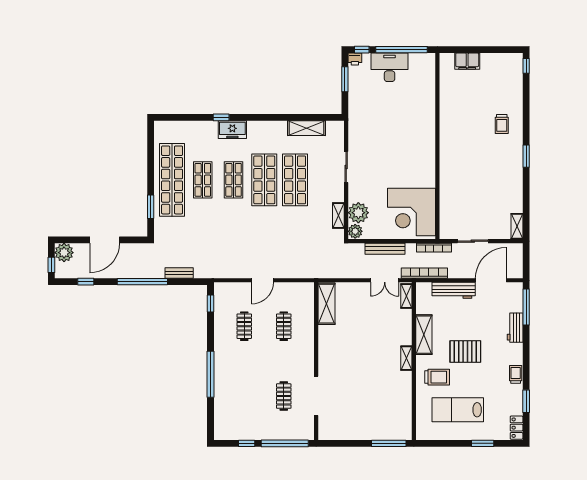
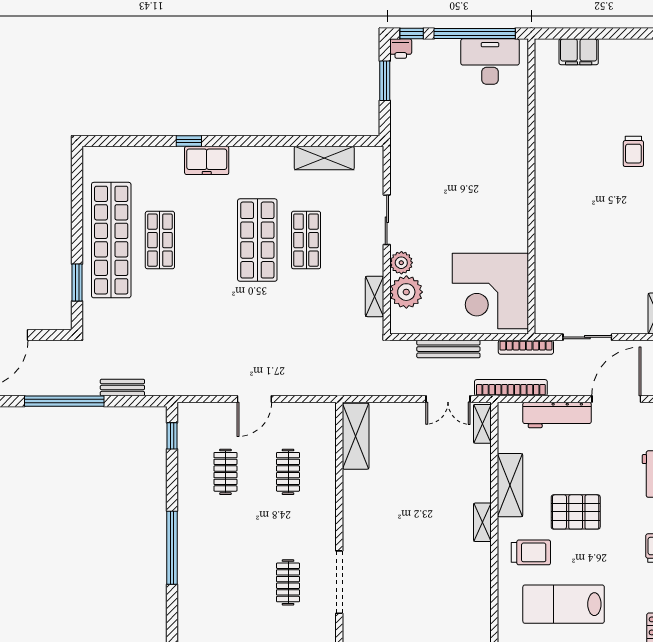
desk: (390, 67) -> (490, 62), moved
shop shelf: (234, 180) -> (209, 240), removed
shop shelf: (295, 180) -> (306, 240), width x0.70, depth x0.74
plant: (355, 231) -> (401, 263), moved

